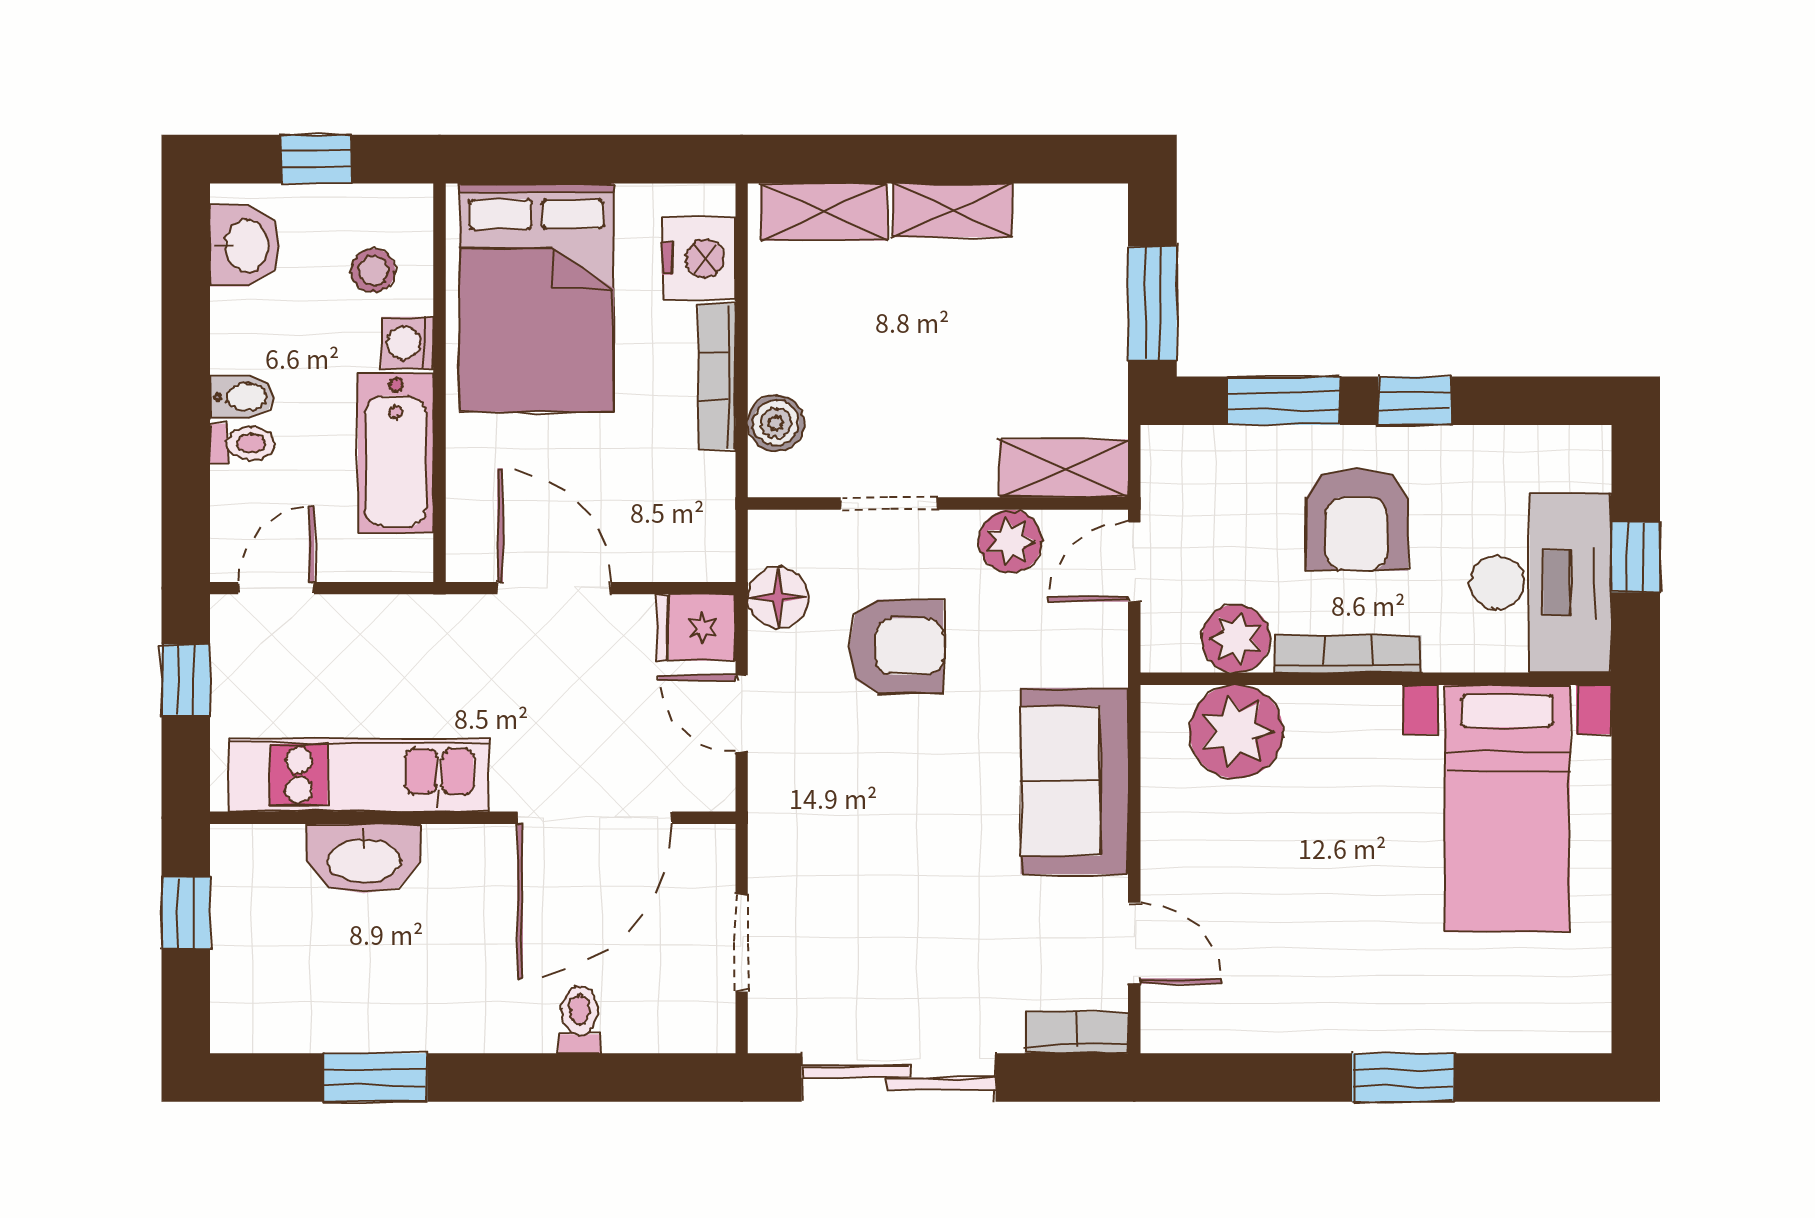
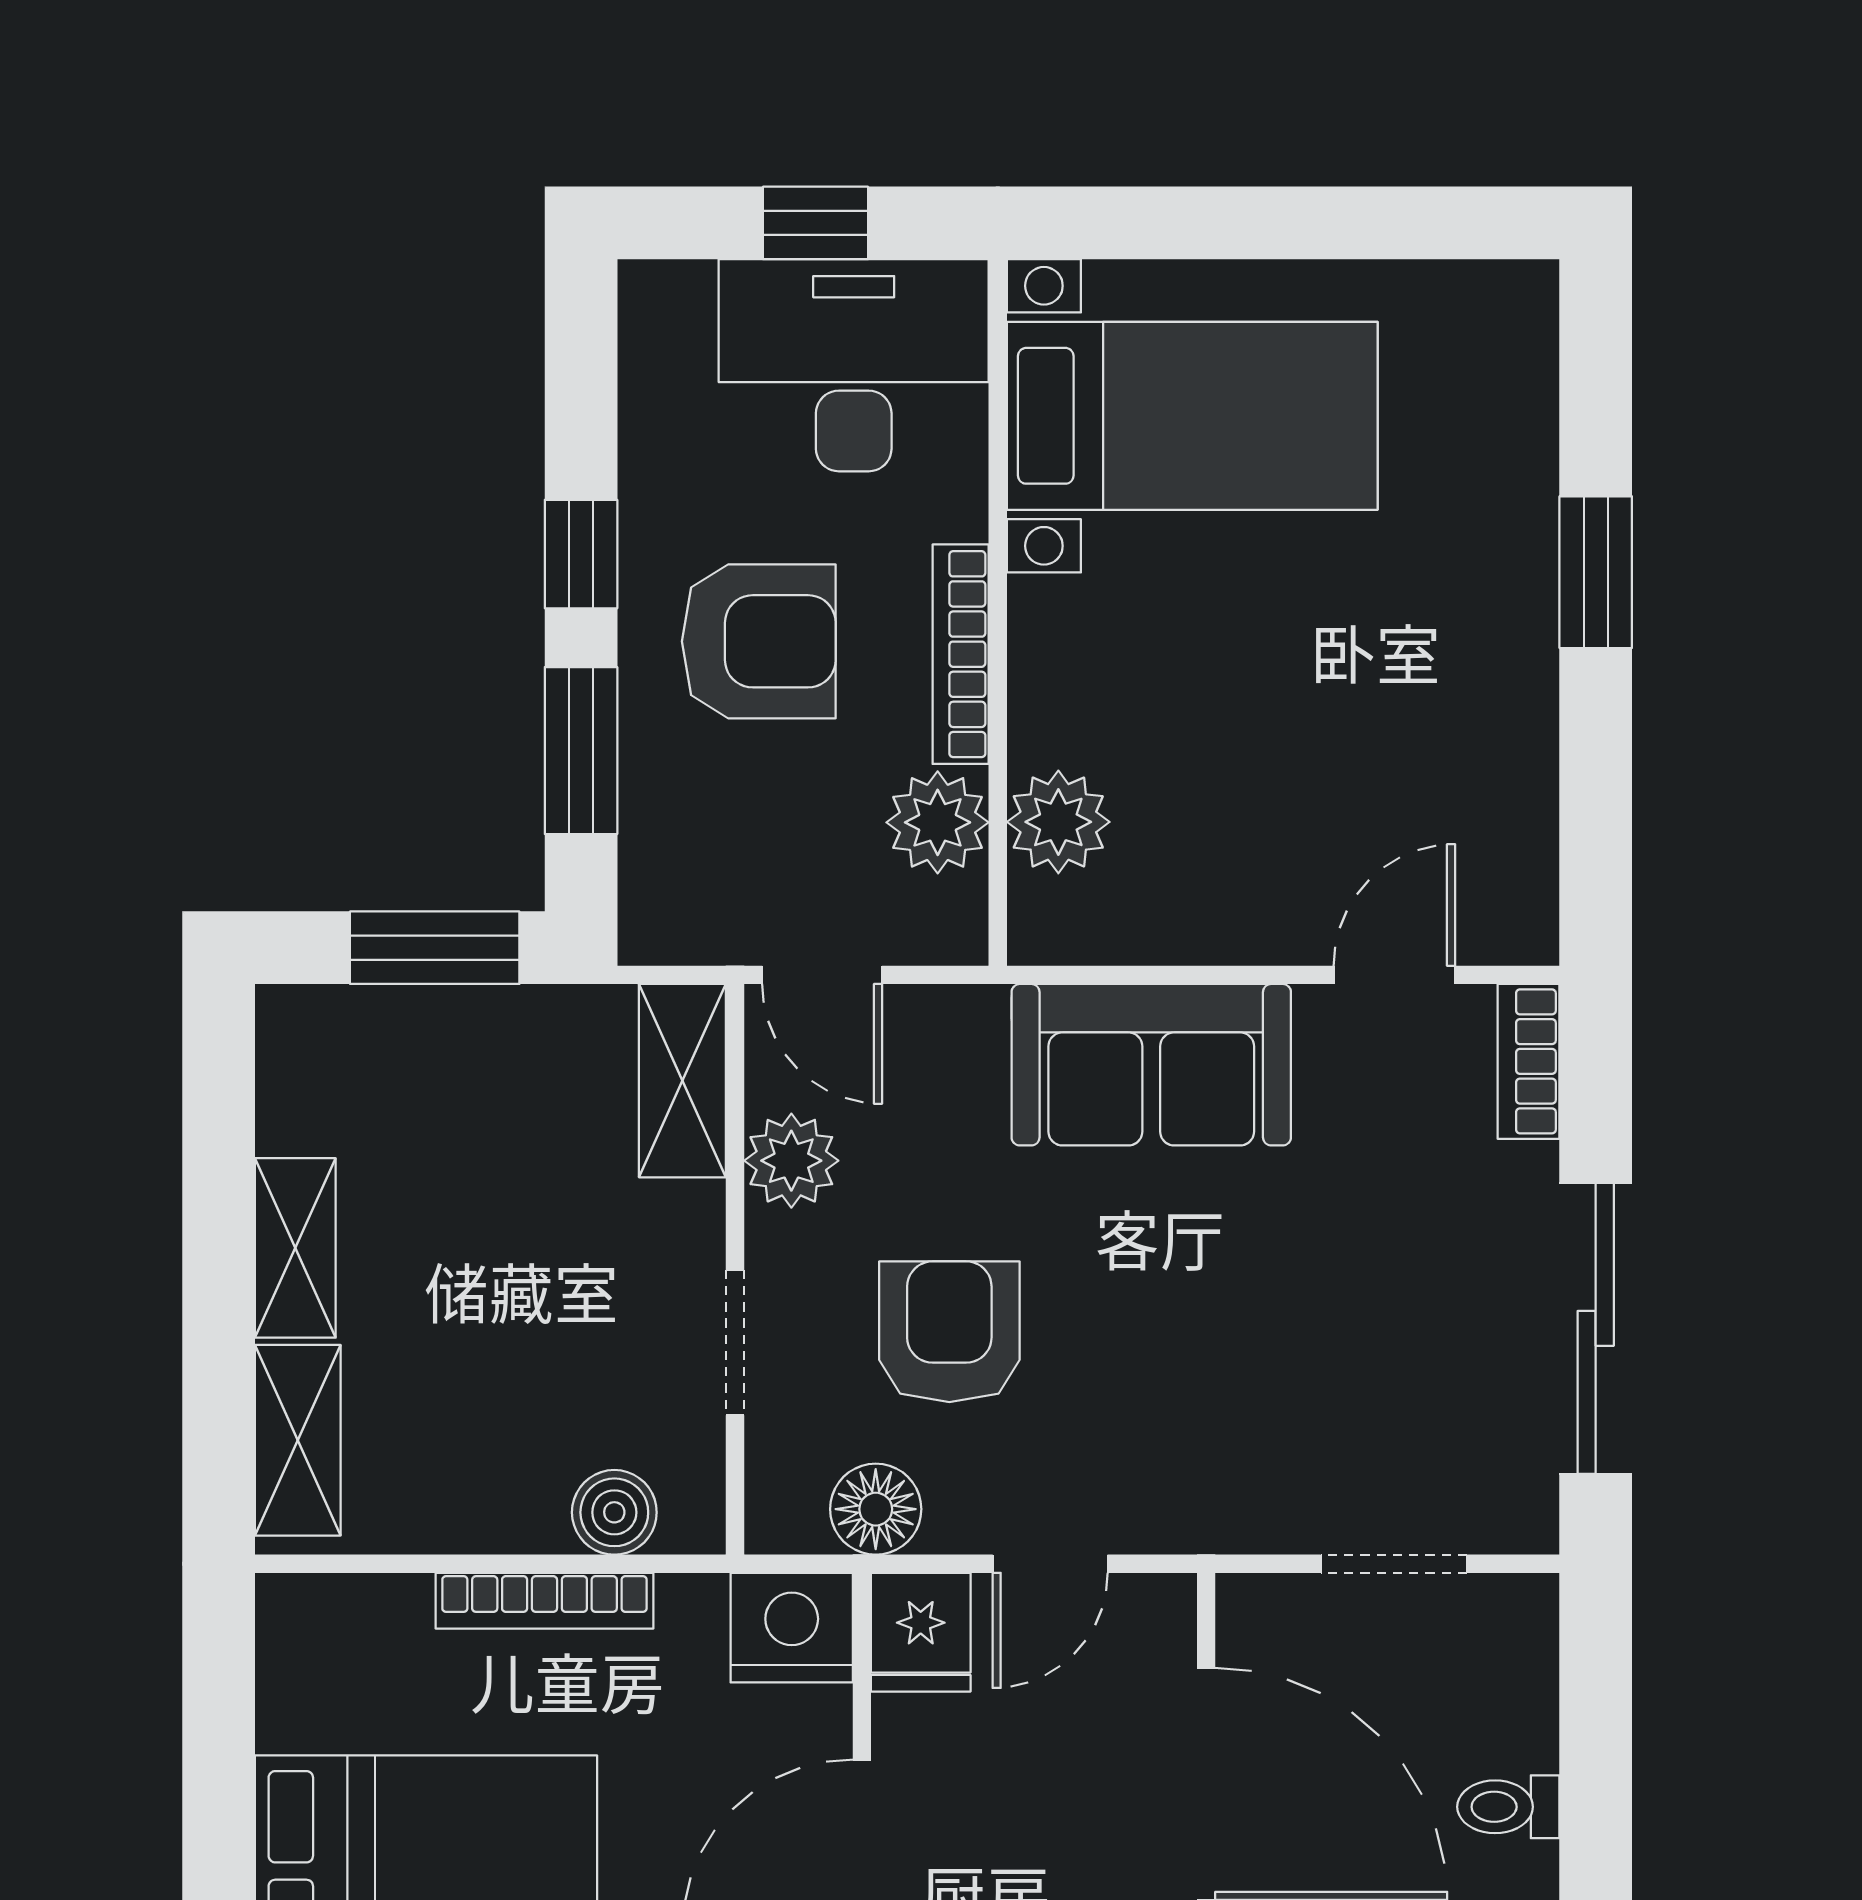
nightstand: (699, 258) -> (792, 1628), moved
plant: (1236, 732) -> (1058, 822), width x0.73, depth x0.73

